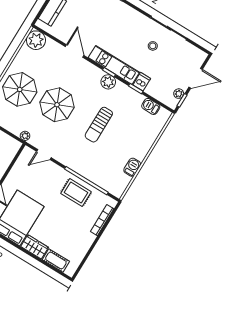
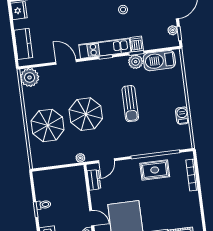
plant: (108, 82) -> (136, 62), moved
barbecue: (151, 106) -> (159, 61), width x1.88, depth x1.53
dresser: (22, 162) -> (94, 180), added

